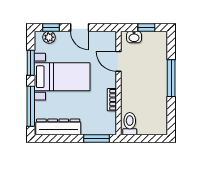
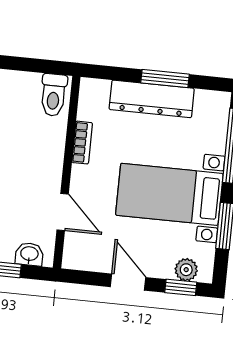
dresser: (58, 127) -> (152, 99), moved
window: (97, 139) -> (165, 79), moved

